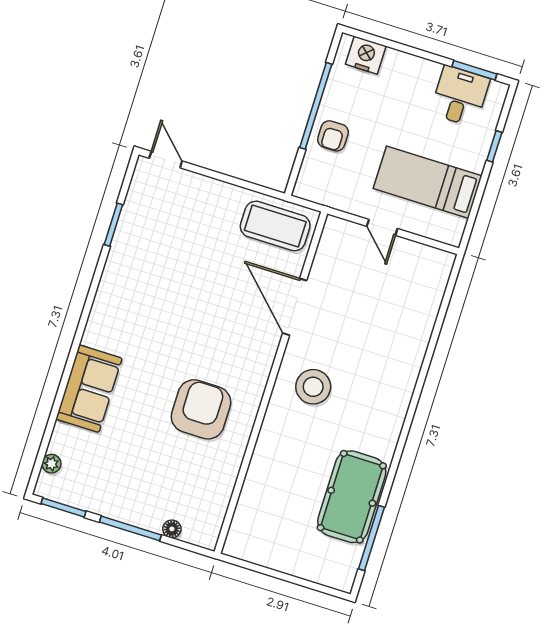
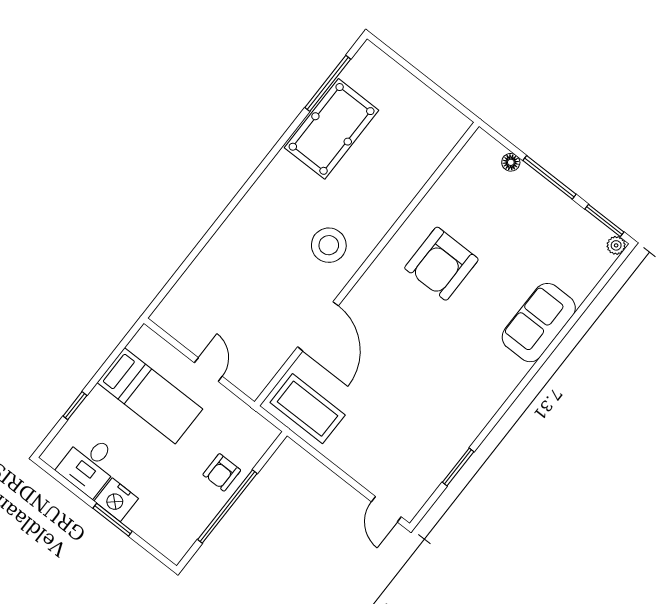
nightstand: (366, 55) -> (116, 500), moved
window: (474, 70) -> (113, 520), moved
armchair: (333, 136) -> (222, 472), turned 180
plant: (51, 464) -> (616, 245), moved

